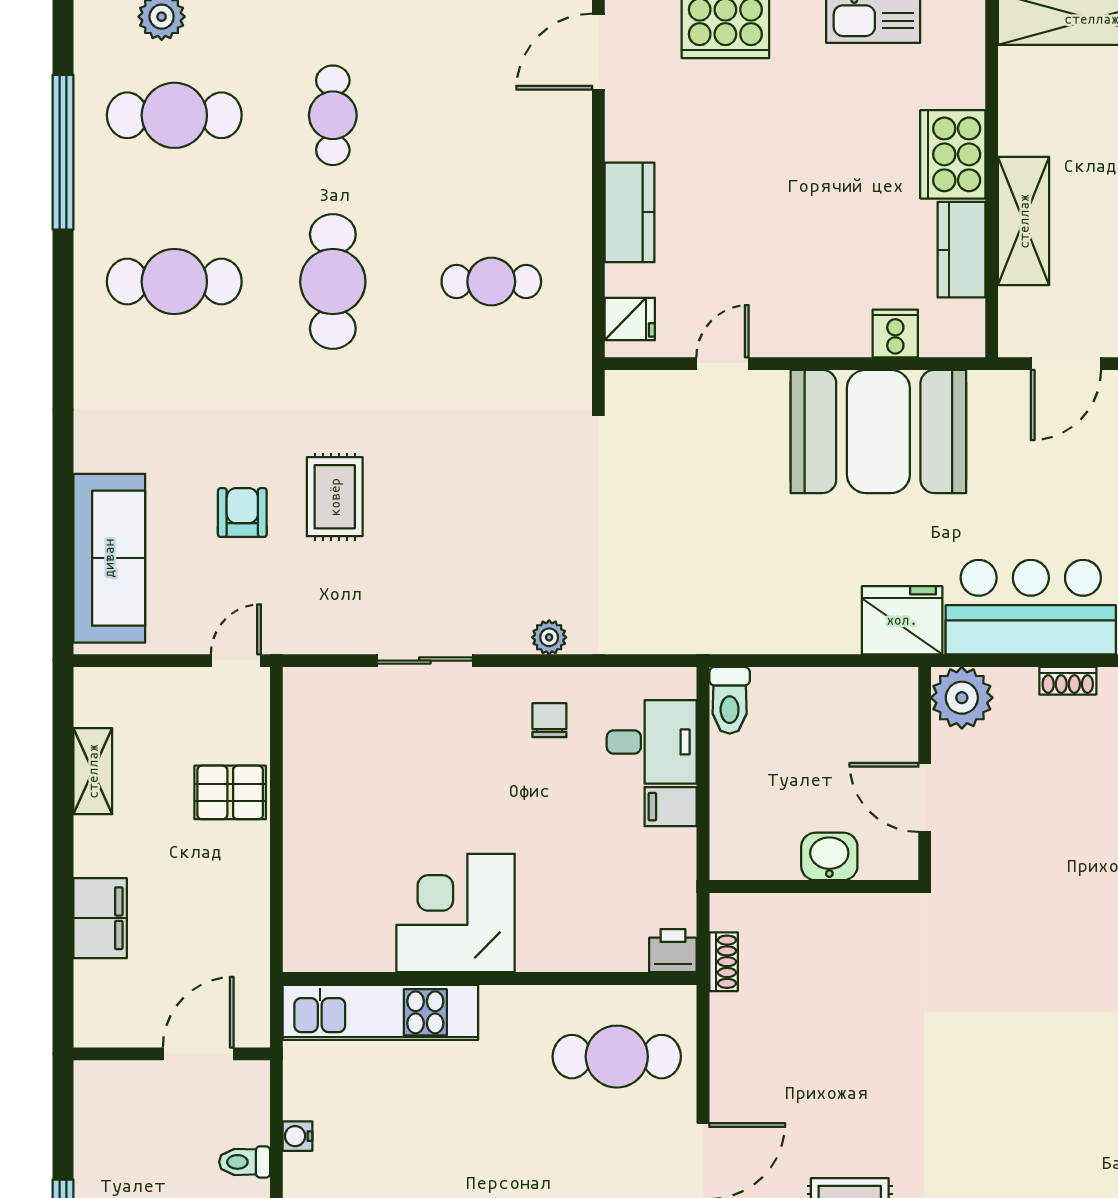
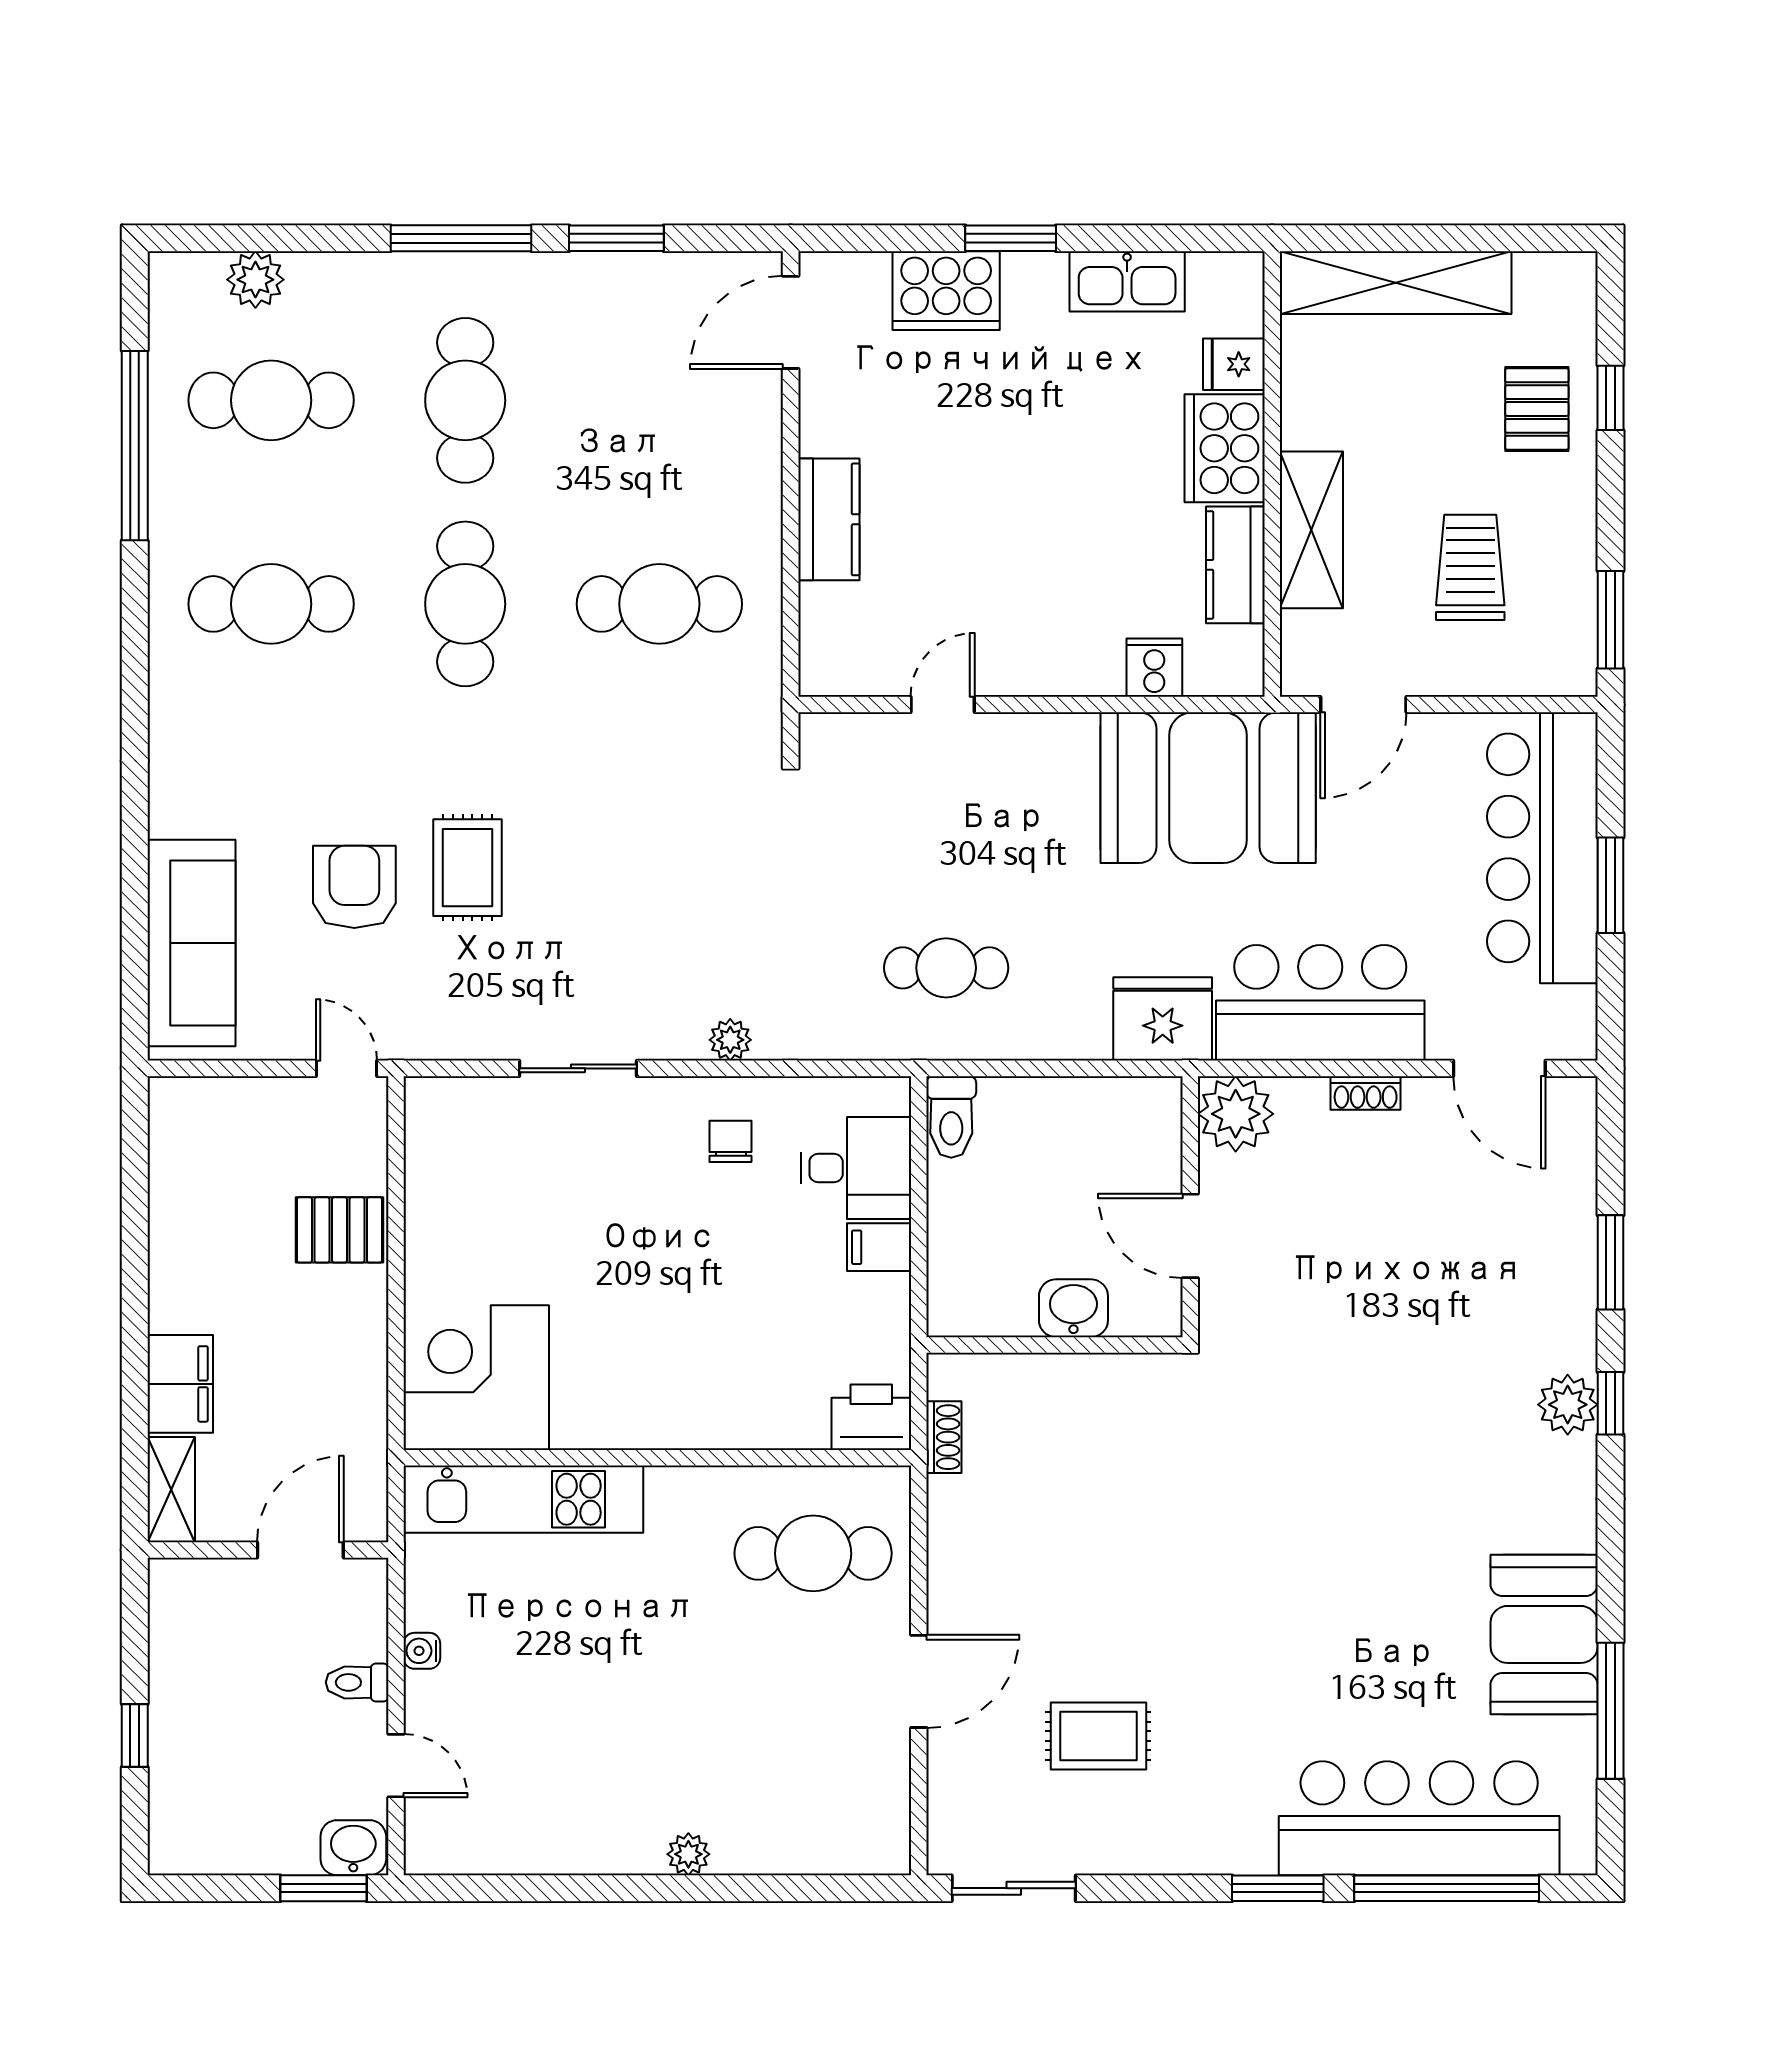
cafe table: (333, 115) -> (465, 400), width x1.37, depth x1.35
cafe table: (491, 282) -> (659, 604), width x1.37, depth x1.35
fridge: (630, 319) -> (1234, 364), moved, turned 180
booth: (878, 431) -> (1208, 788), moved
armchair: (242, 513) -> (354, 887), width x1.38, depth x1.38
cafe table: (725, 579) -> (946, 968), added
door: (236, 661) -> (346, 1068), hinge flipped
shelving: (93, 771) -> (171, 1490), moved
corner desk: (455, 913) -> (476, 1378), moved
printer: (673, 951) -> (871, 1417), width x1.36, depth x1.24

